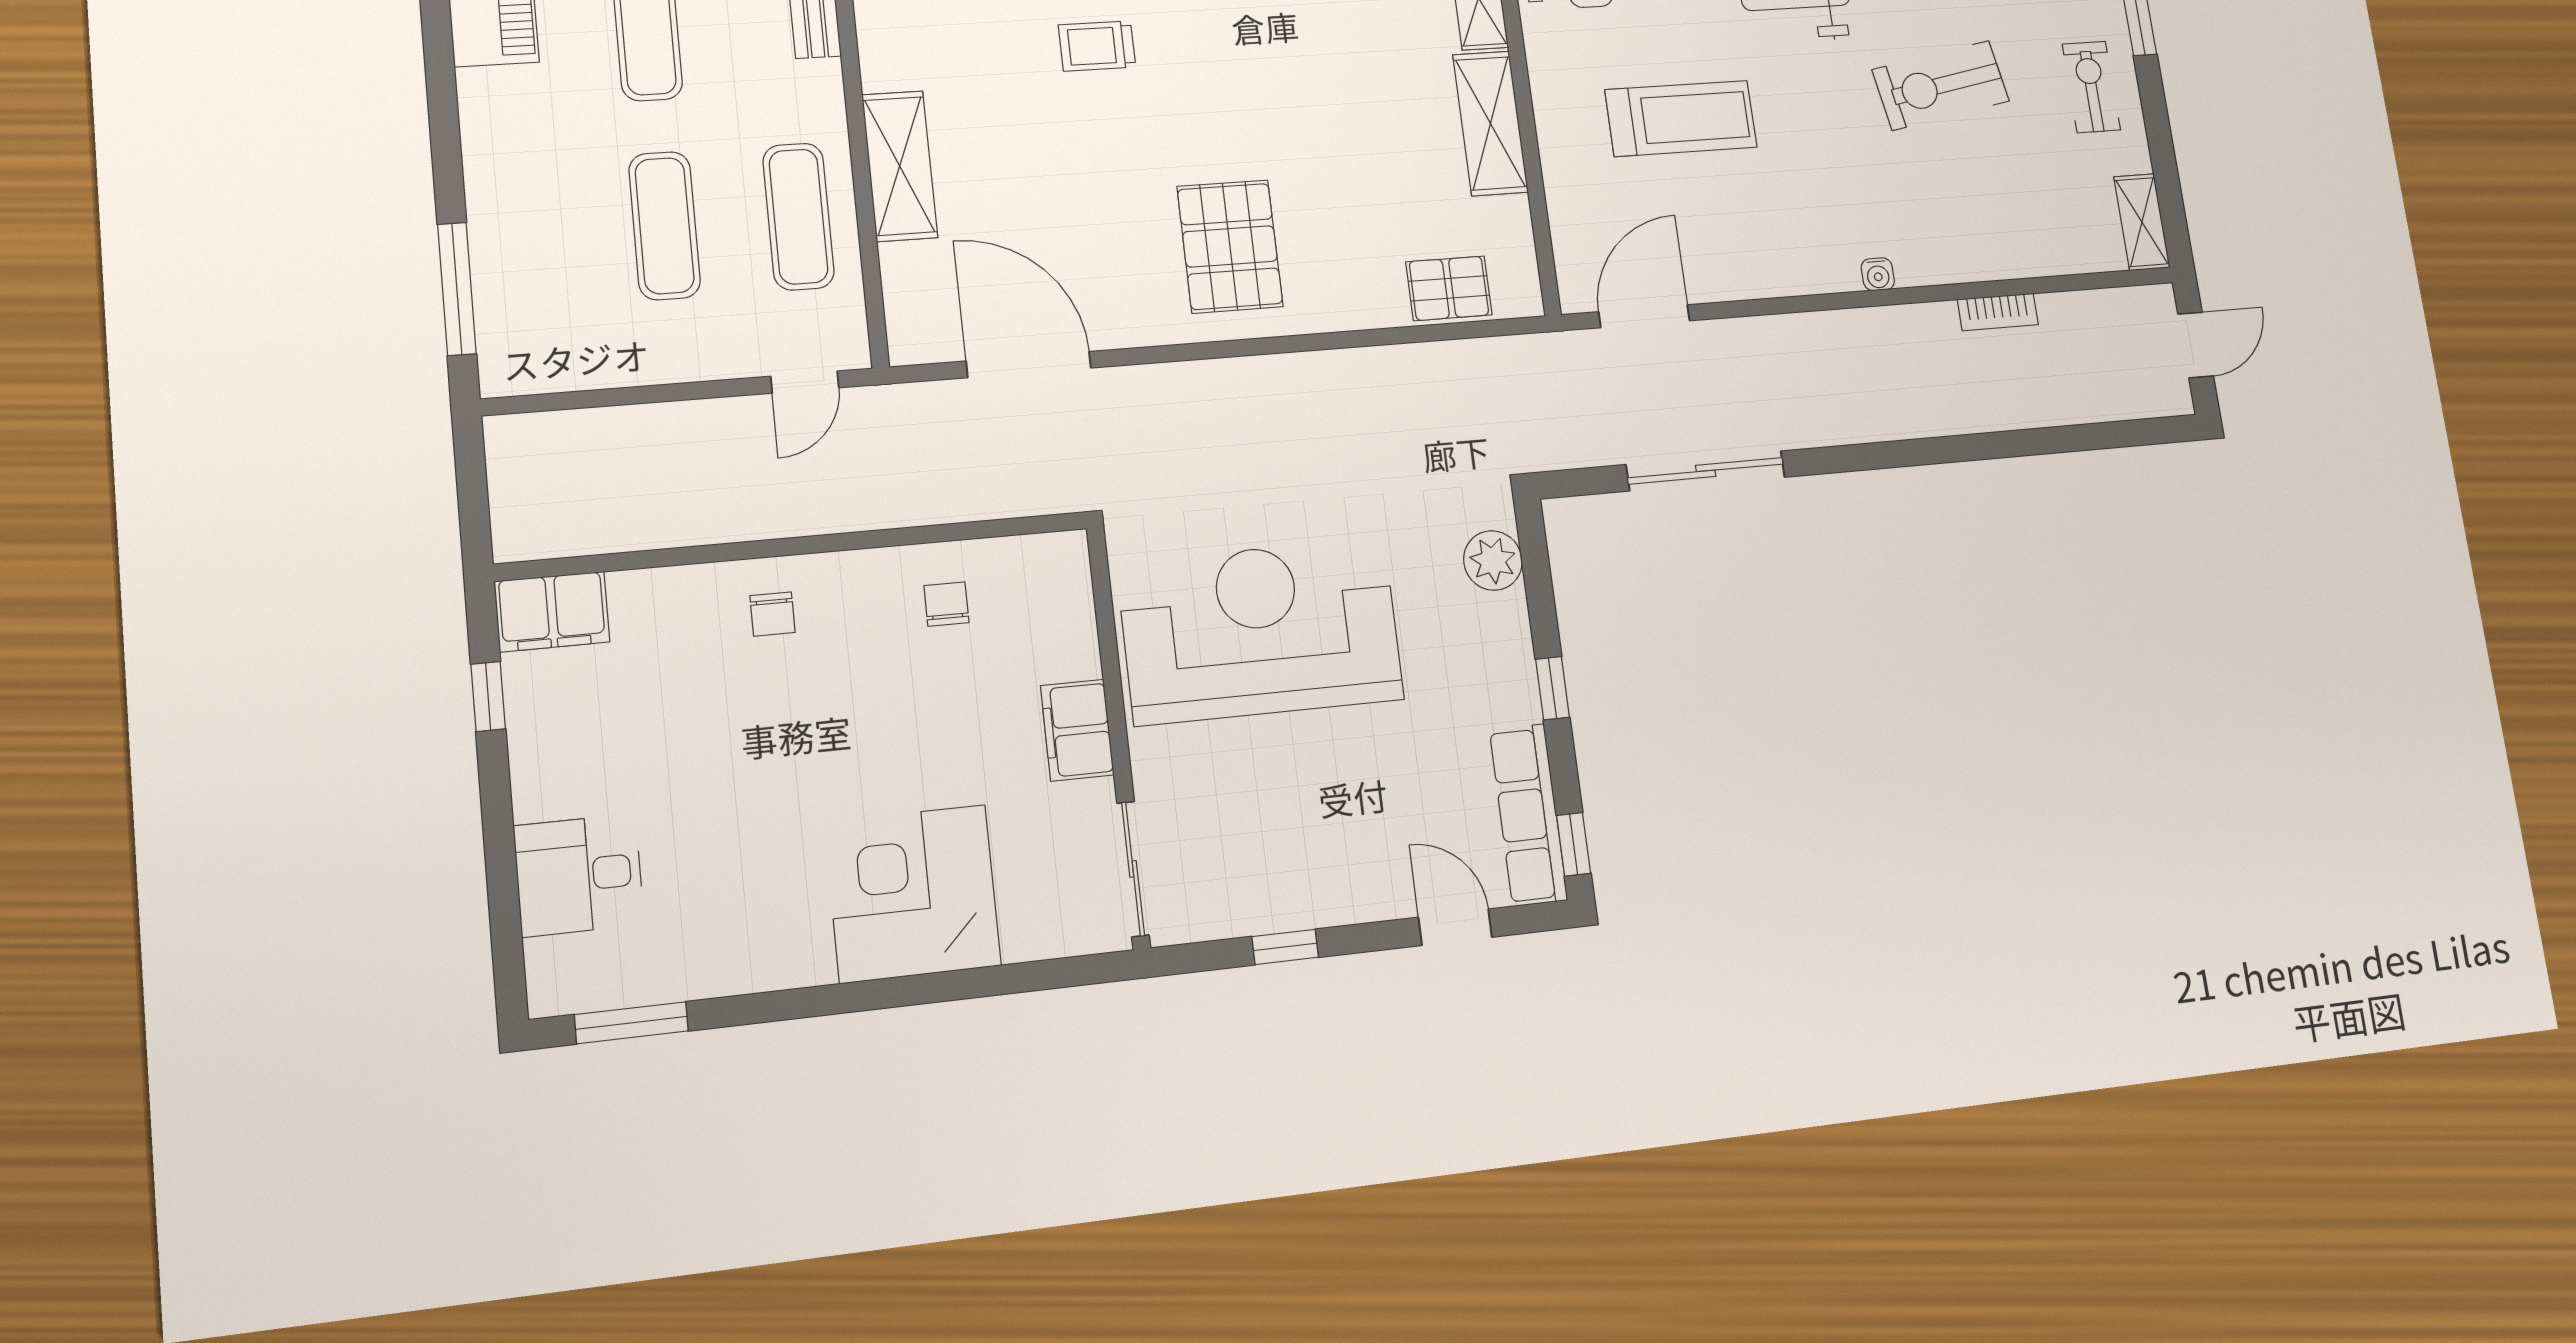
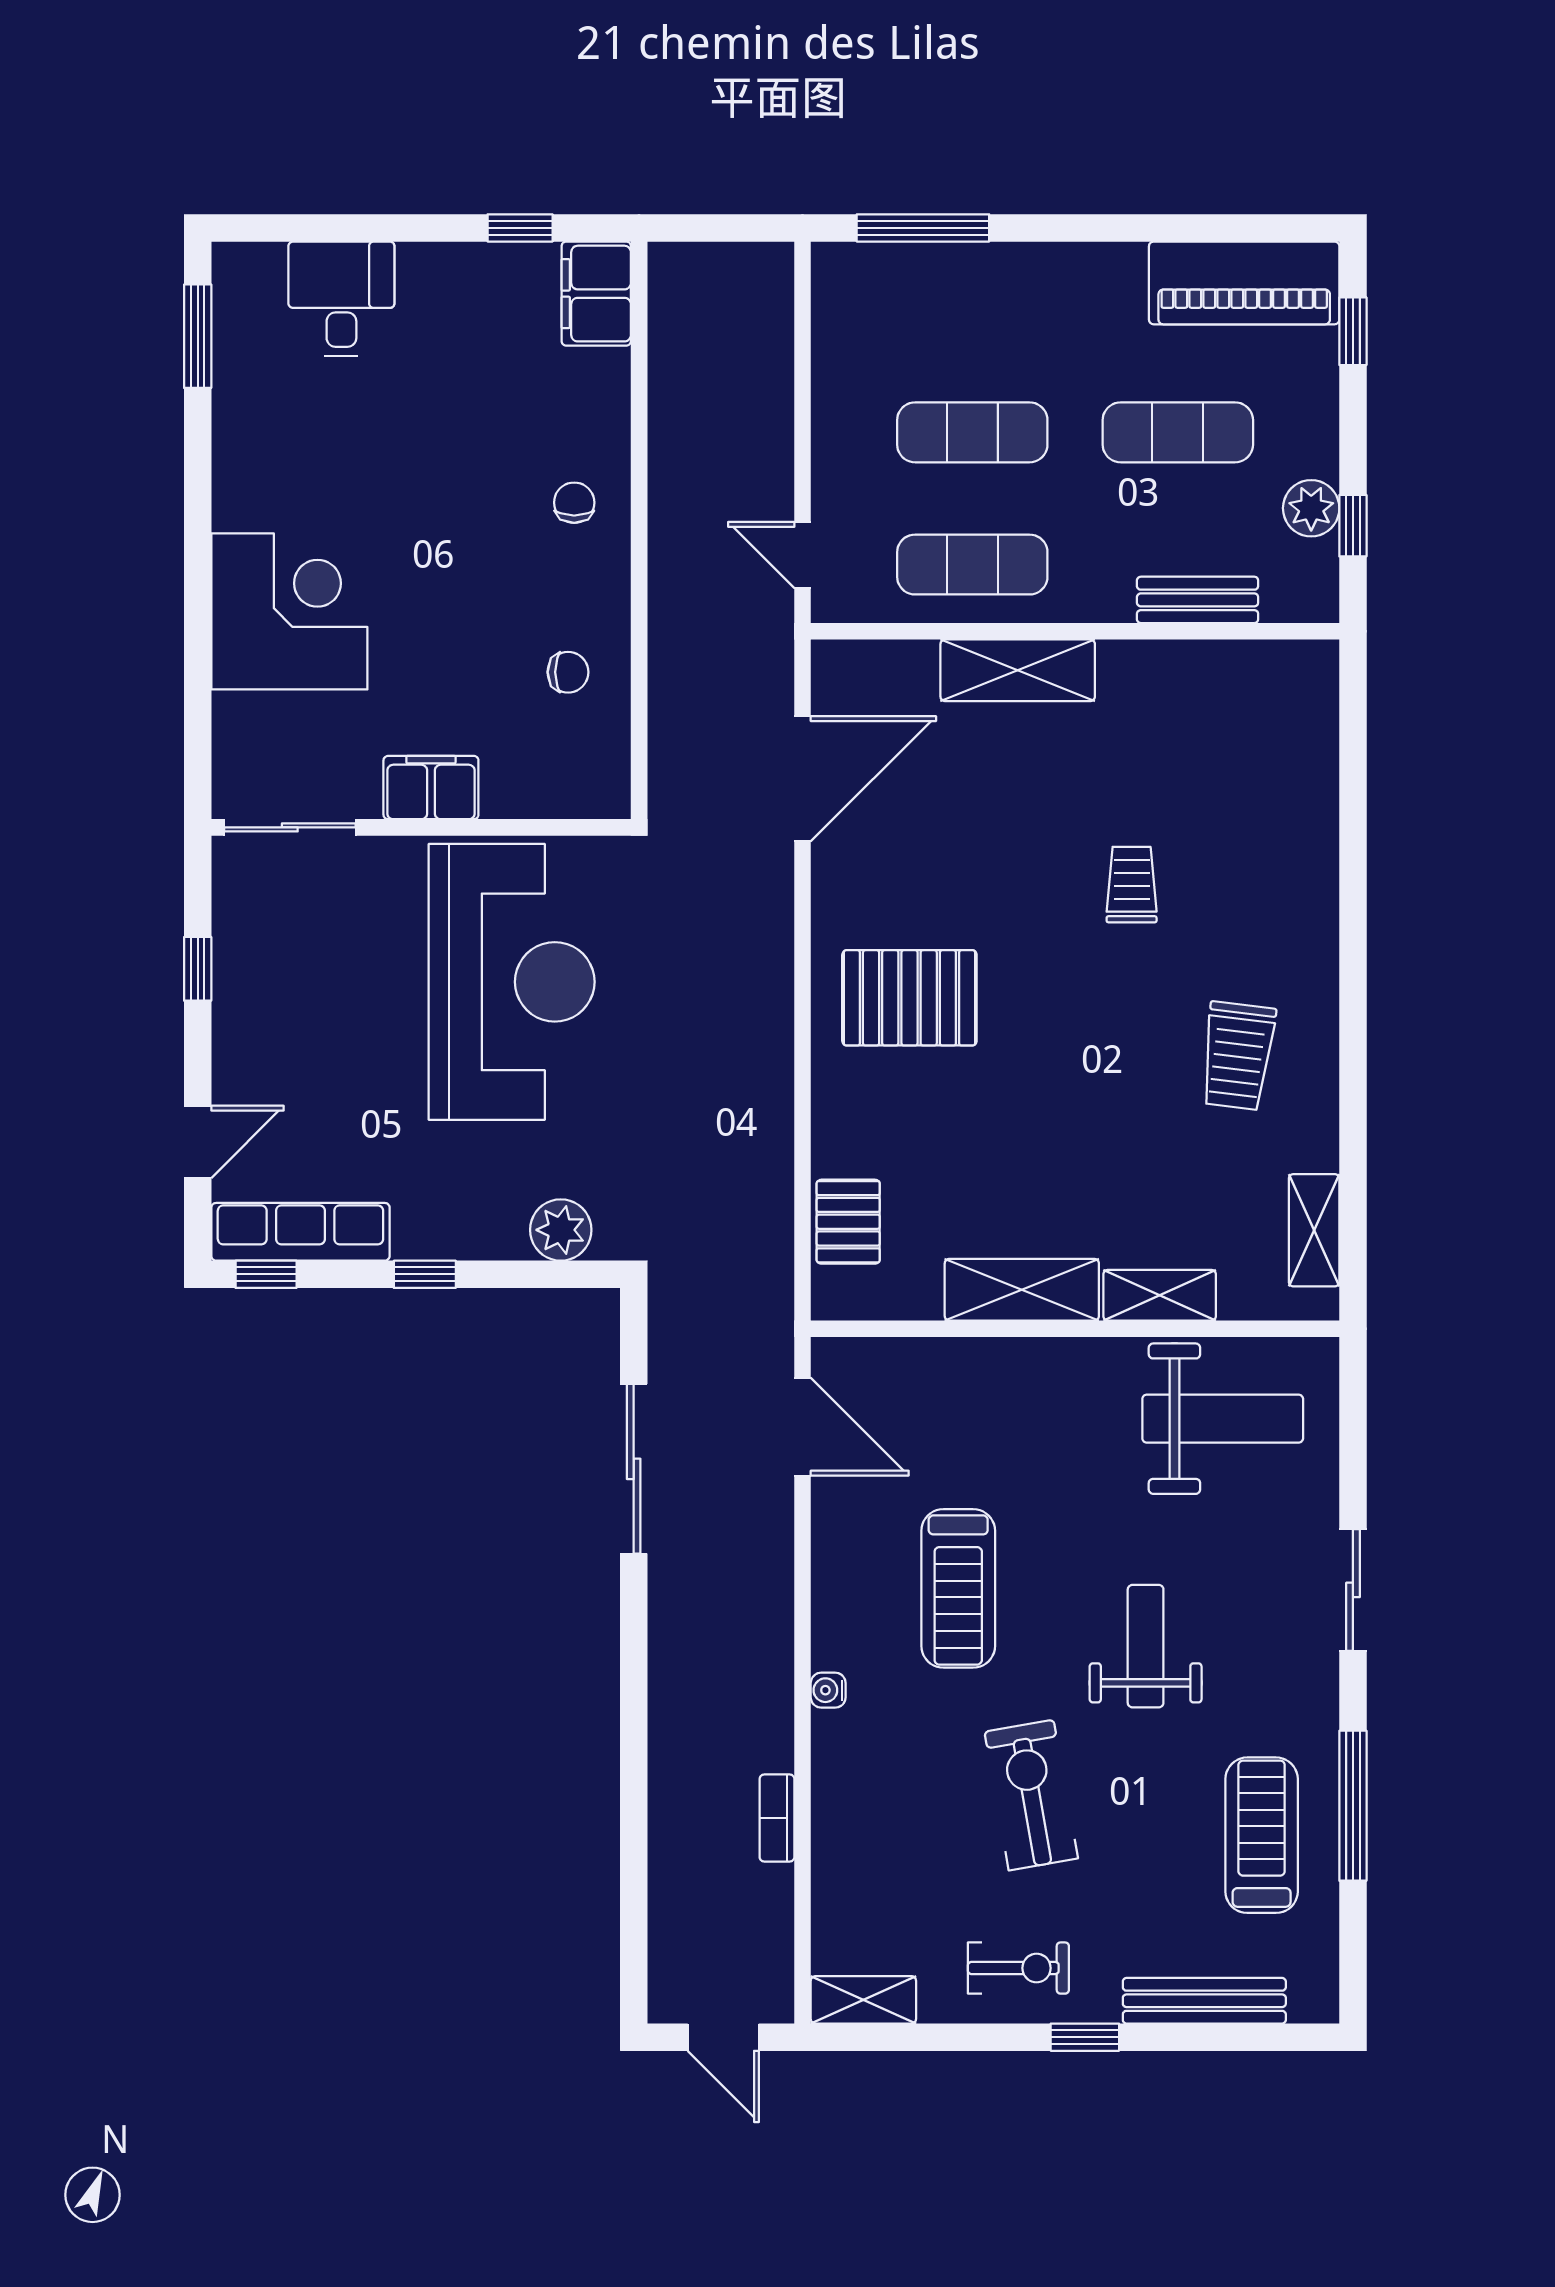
treadmill: (1681, 118) -> (958, 1588), moved
chair: (773, 614) -> (574, 503), turned 90

